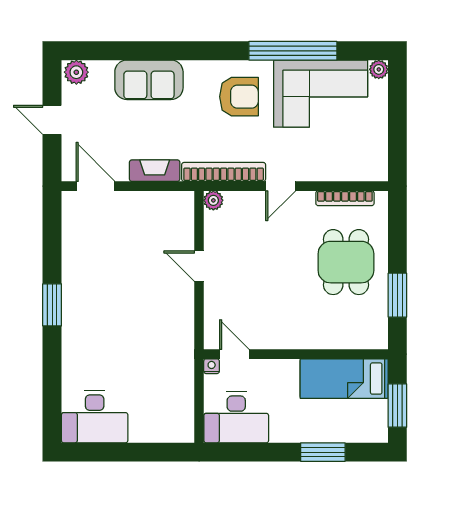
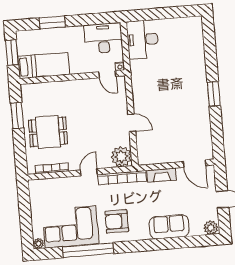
plant: (213, 200) -> (121, 157), width x1.88, depth x1.88
dining table: (346, 262) -> (48, 132), turned 90
desk: (95, 417) -> (142, 39), moved, turned -90

